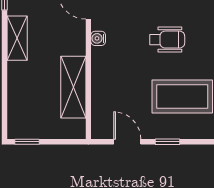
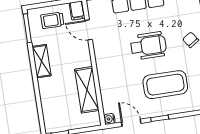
water cooler: (98, 38) -> (109, 119), moved
wheelchair: (167, 40) -> (148, 46), width x1.36, depth x1.37

